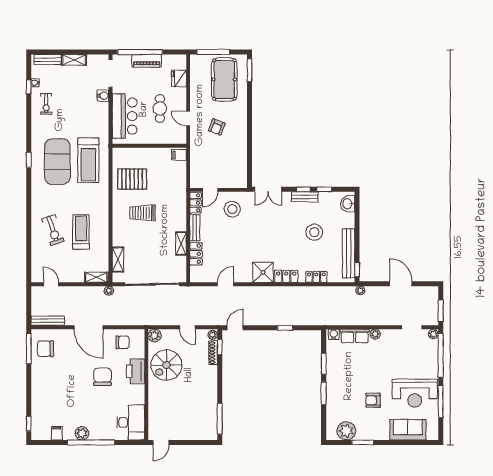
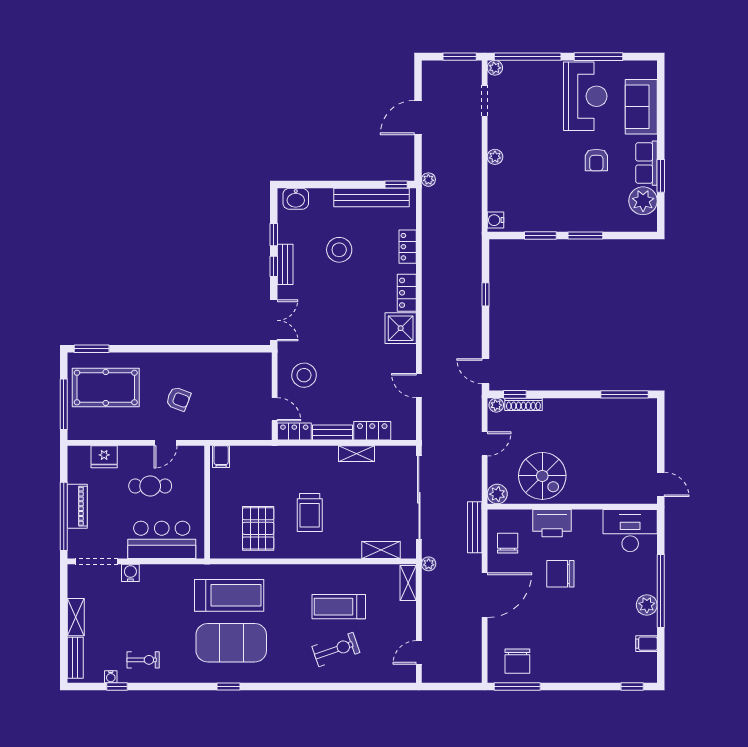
bench: (48, 321) -> (475, 527), moved
row of seats: (355, 336) -> (646, 163), moved, turned 180

